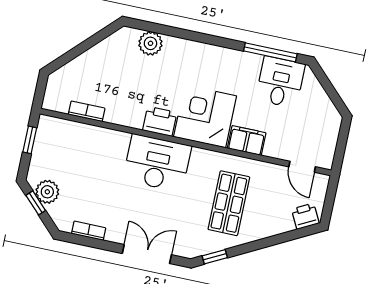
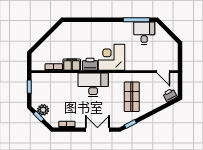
plant: (150, 43) -> (78, 28), removed
filing cabinet: (247, 141) -> (72, 65), moved

